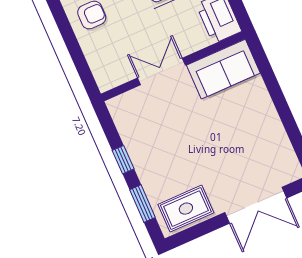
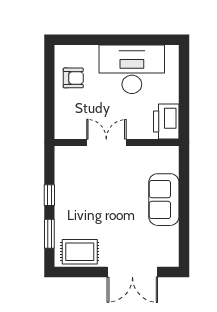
sofa: (223, 69) -> (164, 200), moved, turned 90

